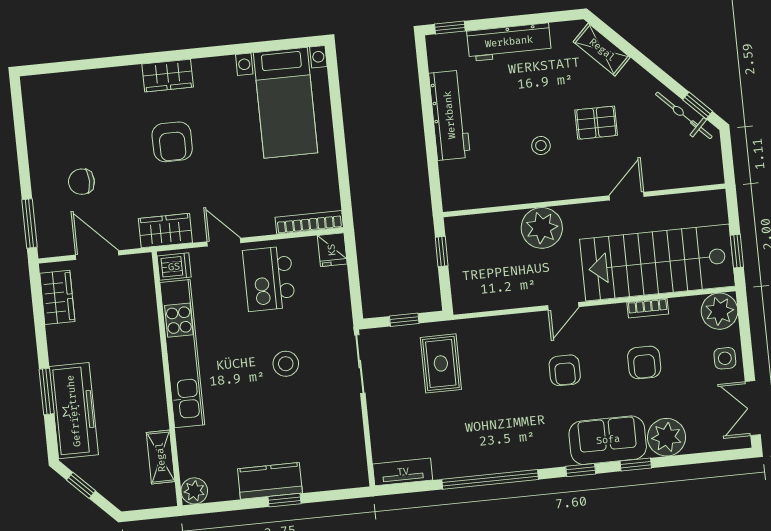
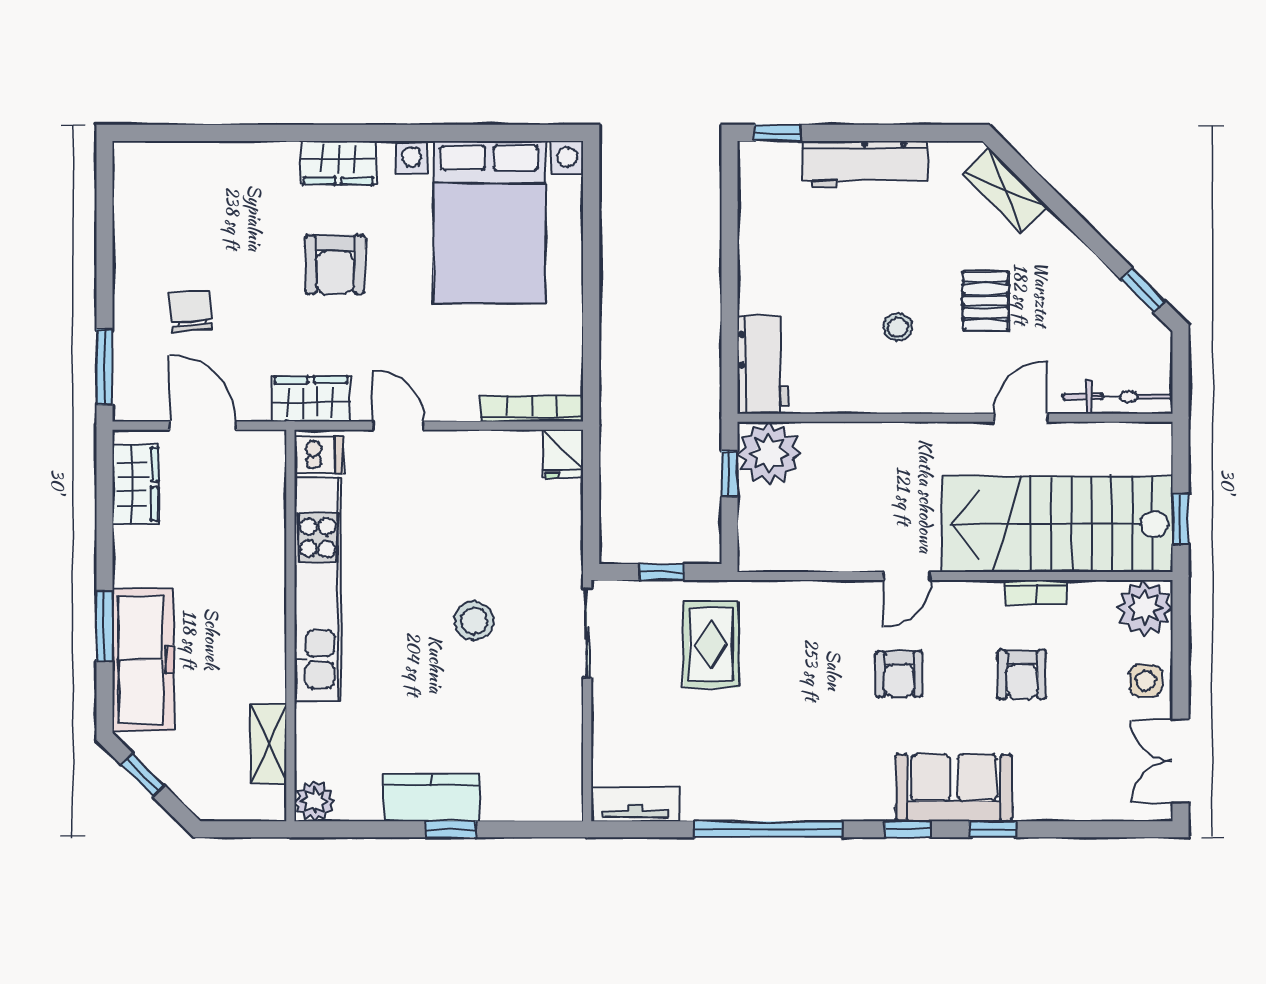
bed with nightstands: (286, 103) -> (489, 222), width x1.36
workbench: (450, 115) -> (763, 365), moved, width x0.73
bicycle: (684, 115) -> (1118, 397), moved, turned 135
pallet: (596, 123) -> (986, 301), turned 90
chair: (81, 182) -> (190, 311), turned 84
plant: (542, 228) -> (769, 453), moved
kitchen island: (269, 279) -> (462, 488), removed
plant: (667, 437) -> (1044, 792), removed

